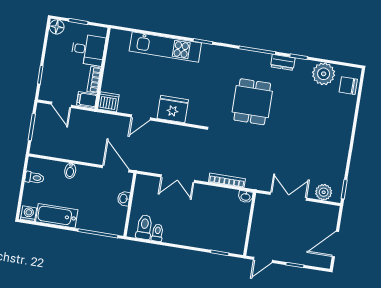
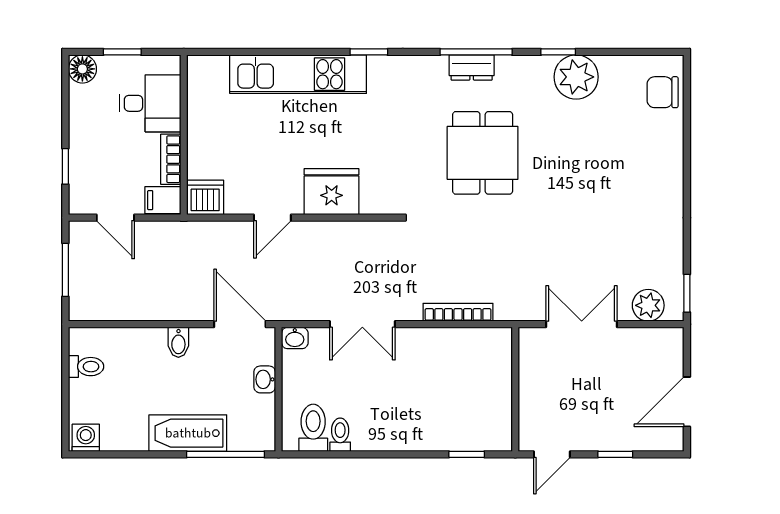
dresser: (283, 62) -> (472, 67), moved
plant: (324, 74) -> (576, 77), moved
bidet: (70, 171) -> (178, 342), moved
washbasin: (246, 197) -> (295, 338), moved
bathtub: (57, 216) -> (188, 433), moved

